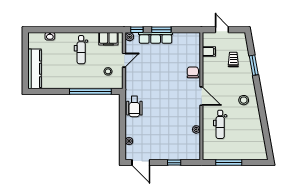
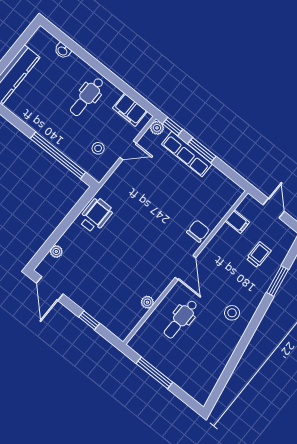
wheelchair: (134, 106) -> (96, 215), turned 180

